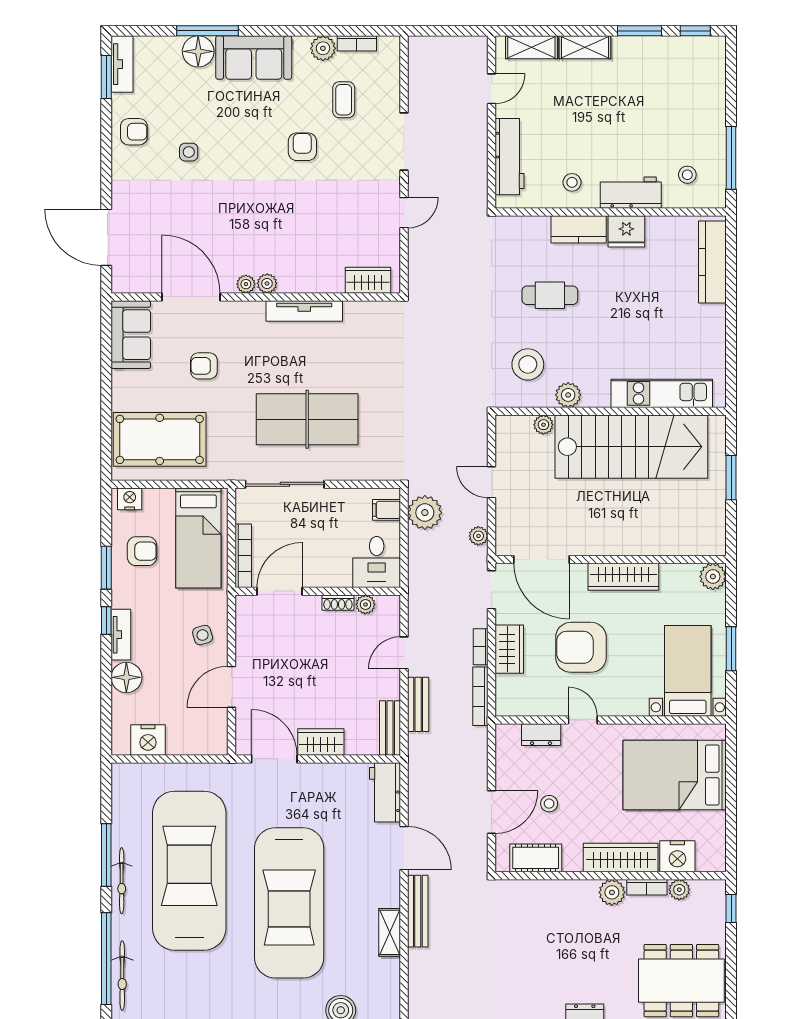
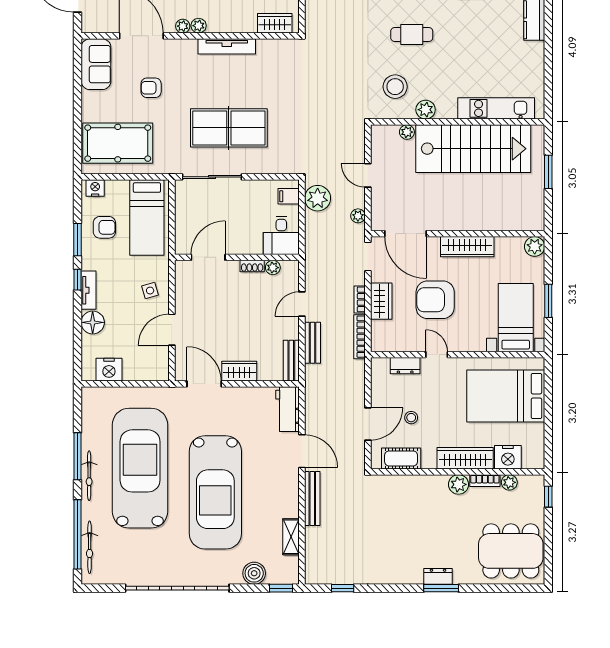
bookcase: (243, 556) -> (181, 231), removed
shelving: (390, 932) -> (291, 537), moved

